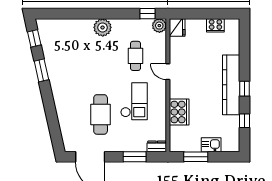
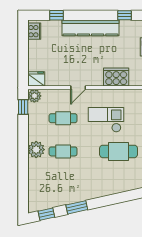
cooker: (215, 25) -> (34, 31), moved
cafe table: (101, 56) -> (63, 151), added
window: (244, 89) -> (56, 15), moved

